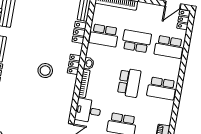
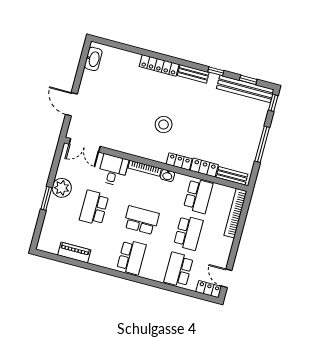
school desk: (104, 35) -> (198, 196), turned 180
locker: (74, 64) -> (179, 161), moved
school desk: (129, 83) -> (141, 220), turned 180
school desk: (162, 88) -> (131, 257), turned 180

